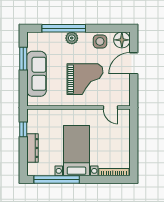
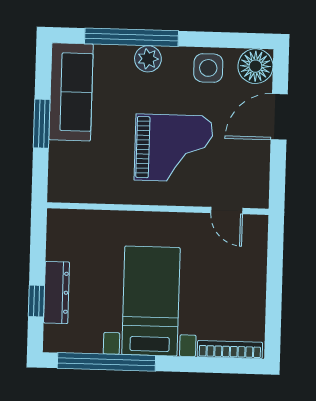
window: (23, 59) -> (42, 124), moved
sofa: (36, 74) -> (71, 92), moved
window: (23, 129) -> (36, 301), moved

